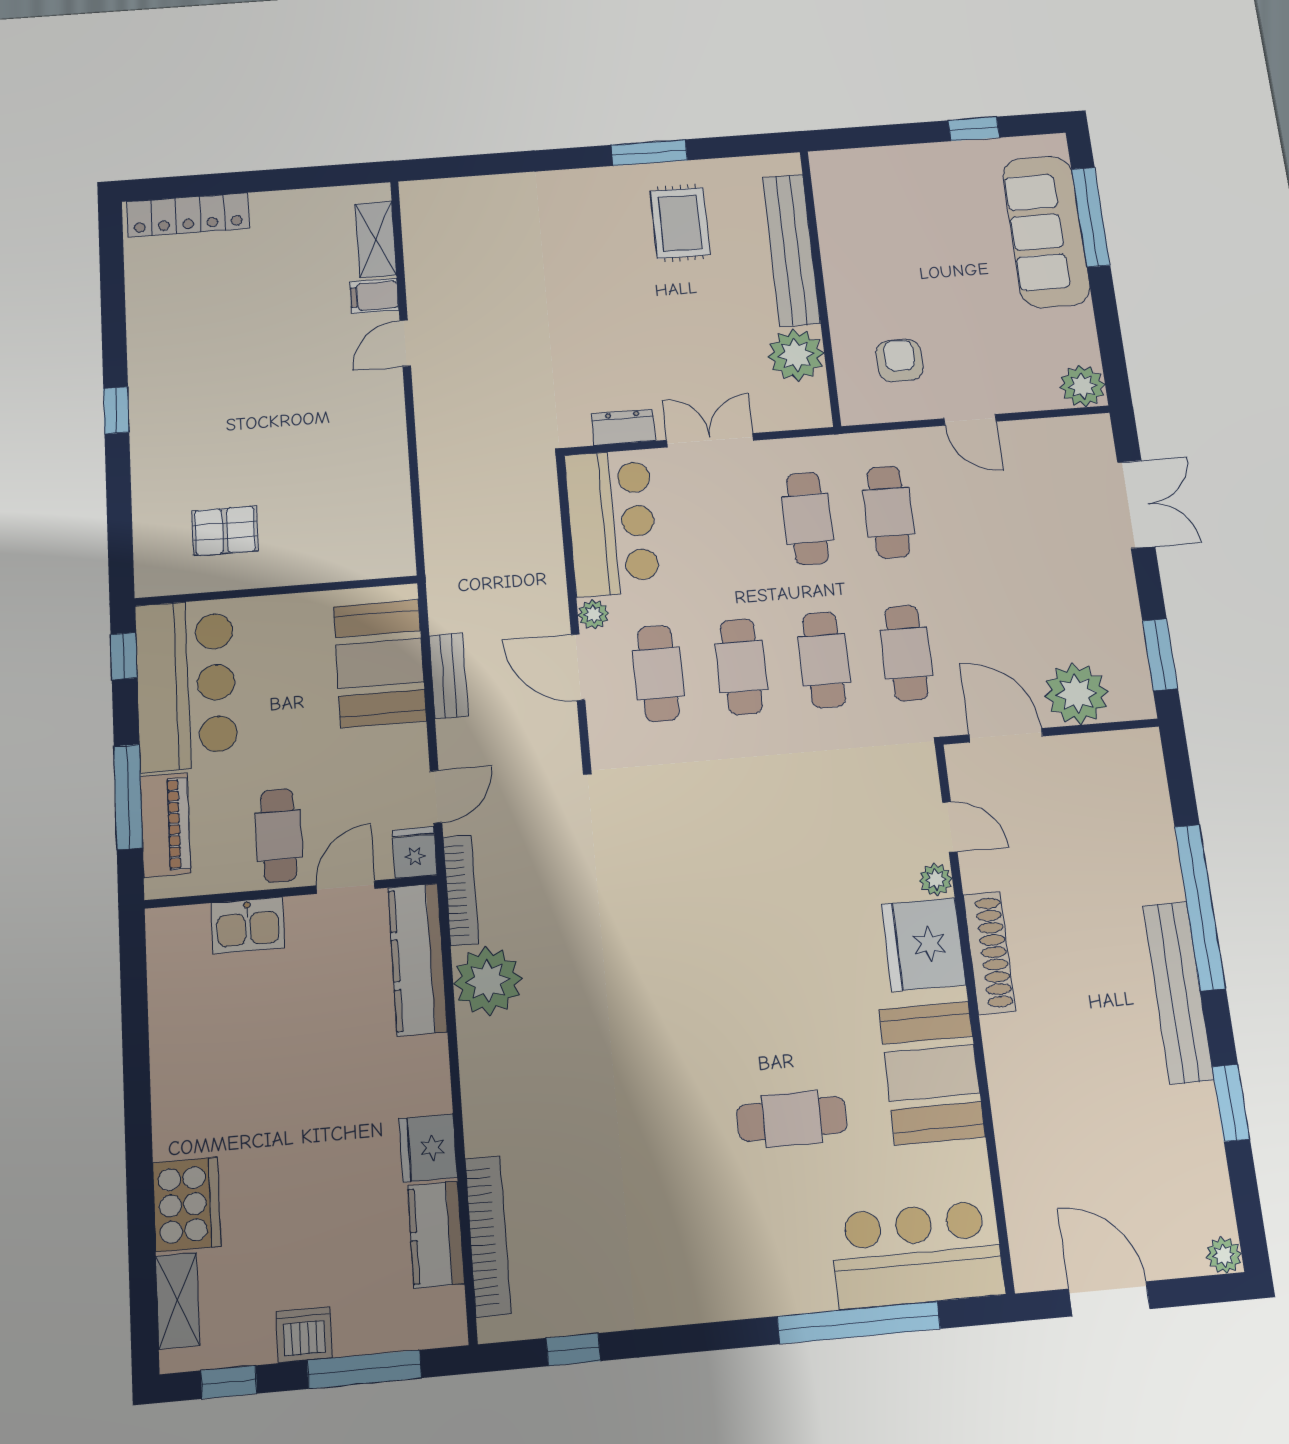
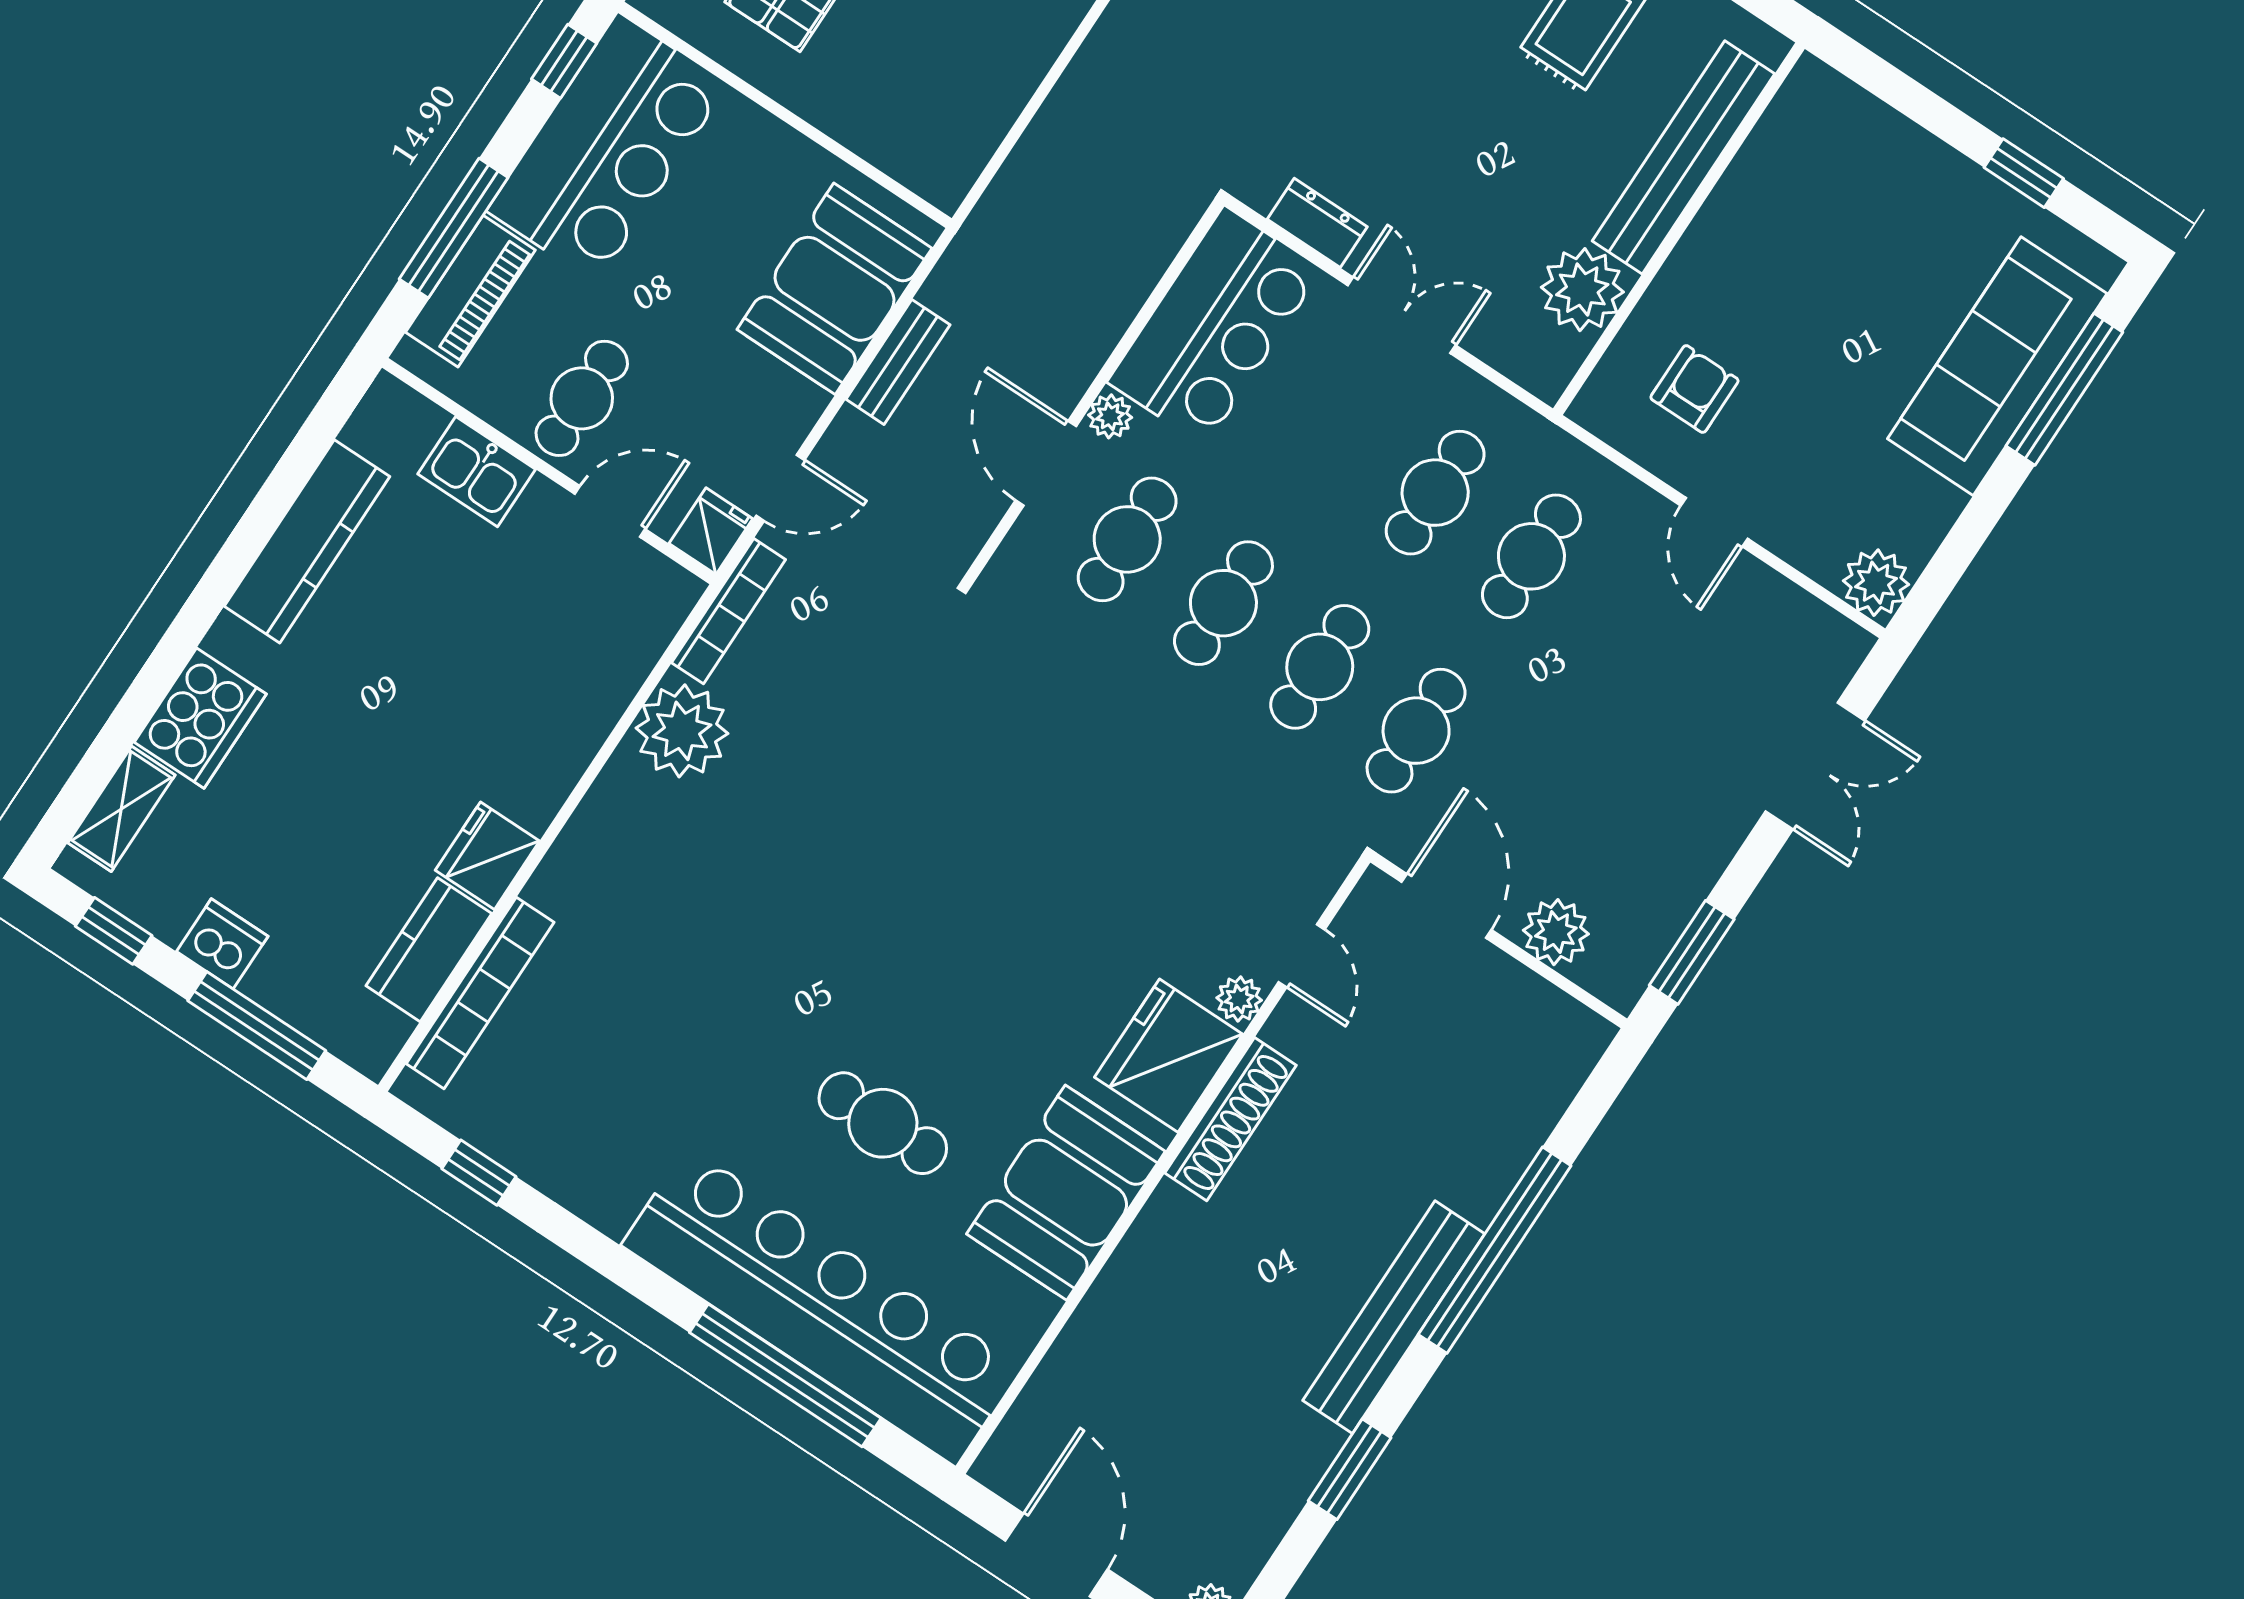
plant: (1076, 694) -> (1556, 932), width x0.73, depth x0.73
kitchen counter: (418, 959) -> (307, 541), moved, turned 180
bar counter: (917, 1254) -> (821, 1306), width x1.86

